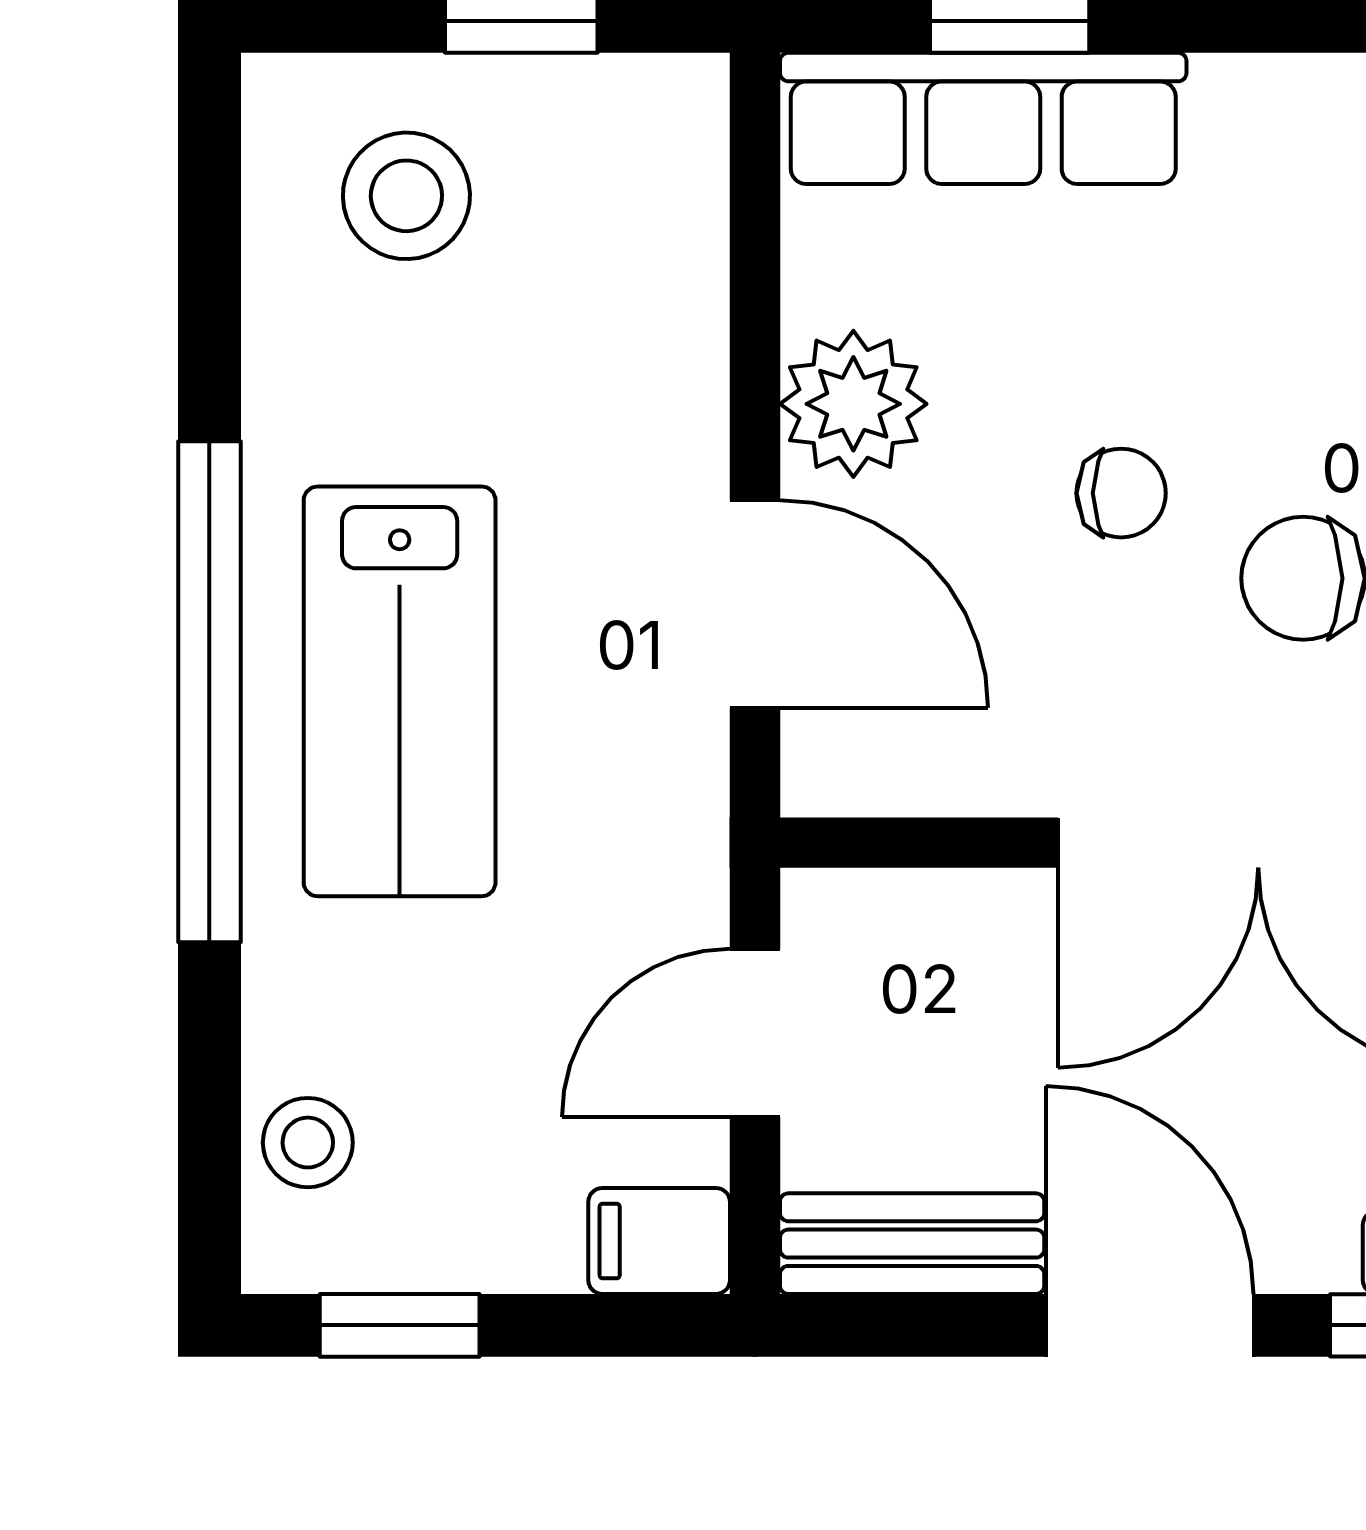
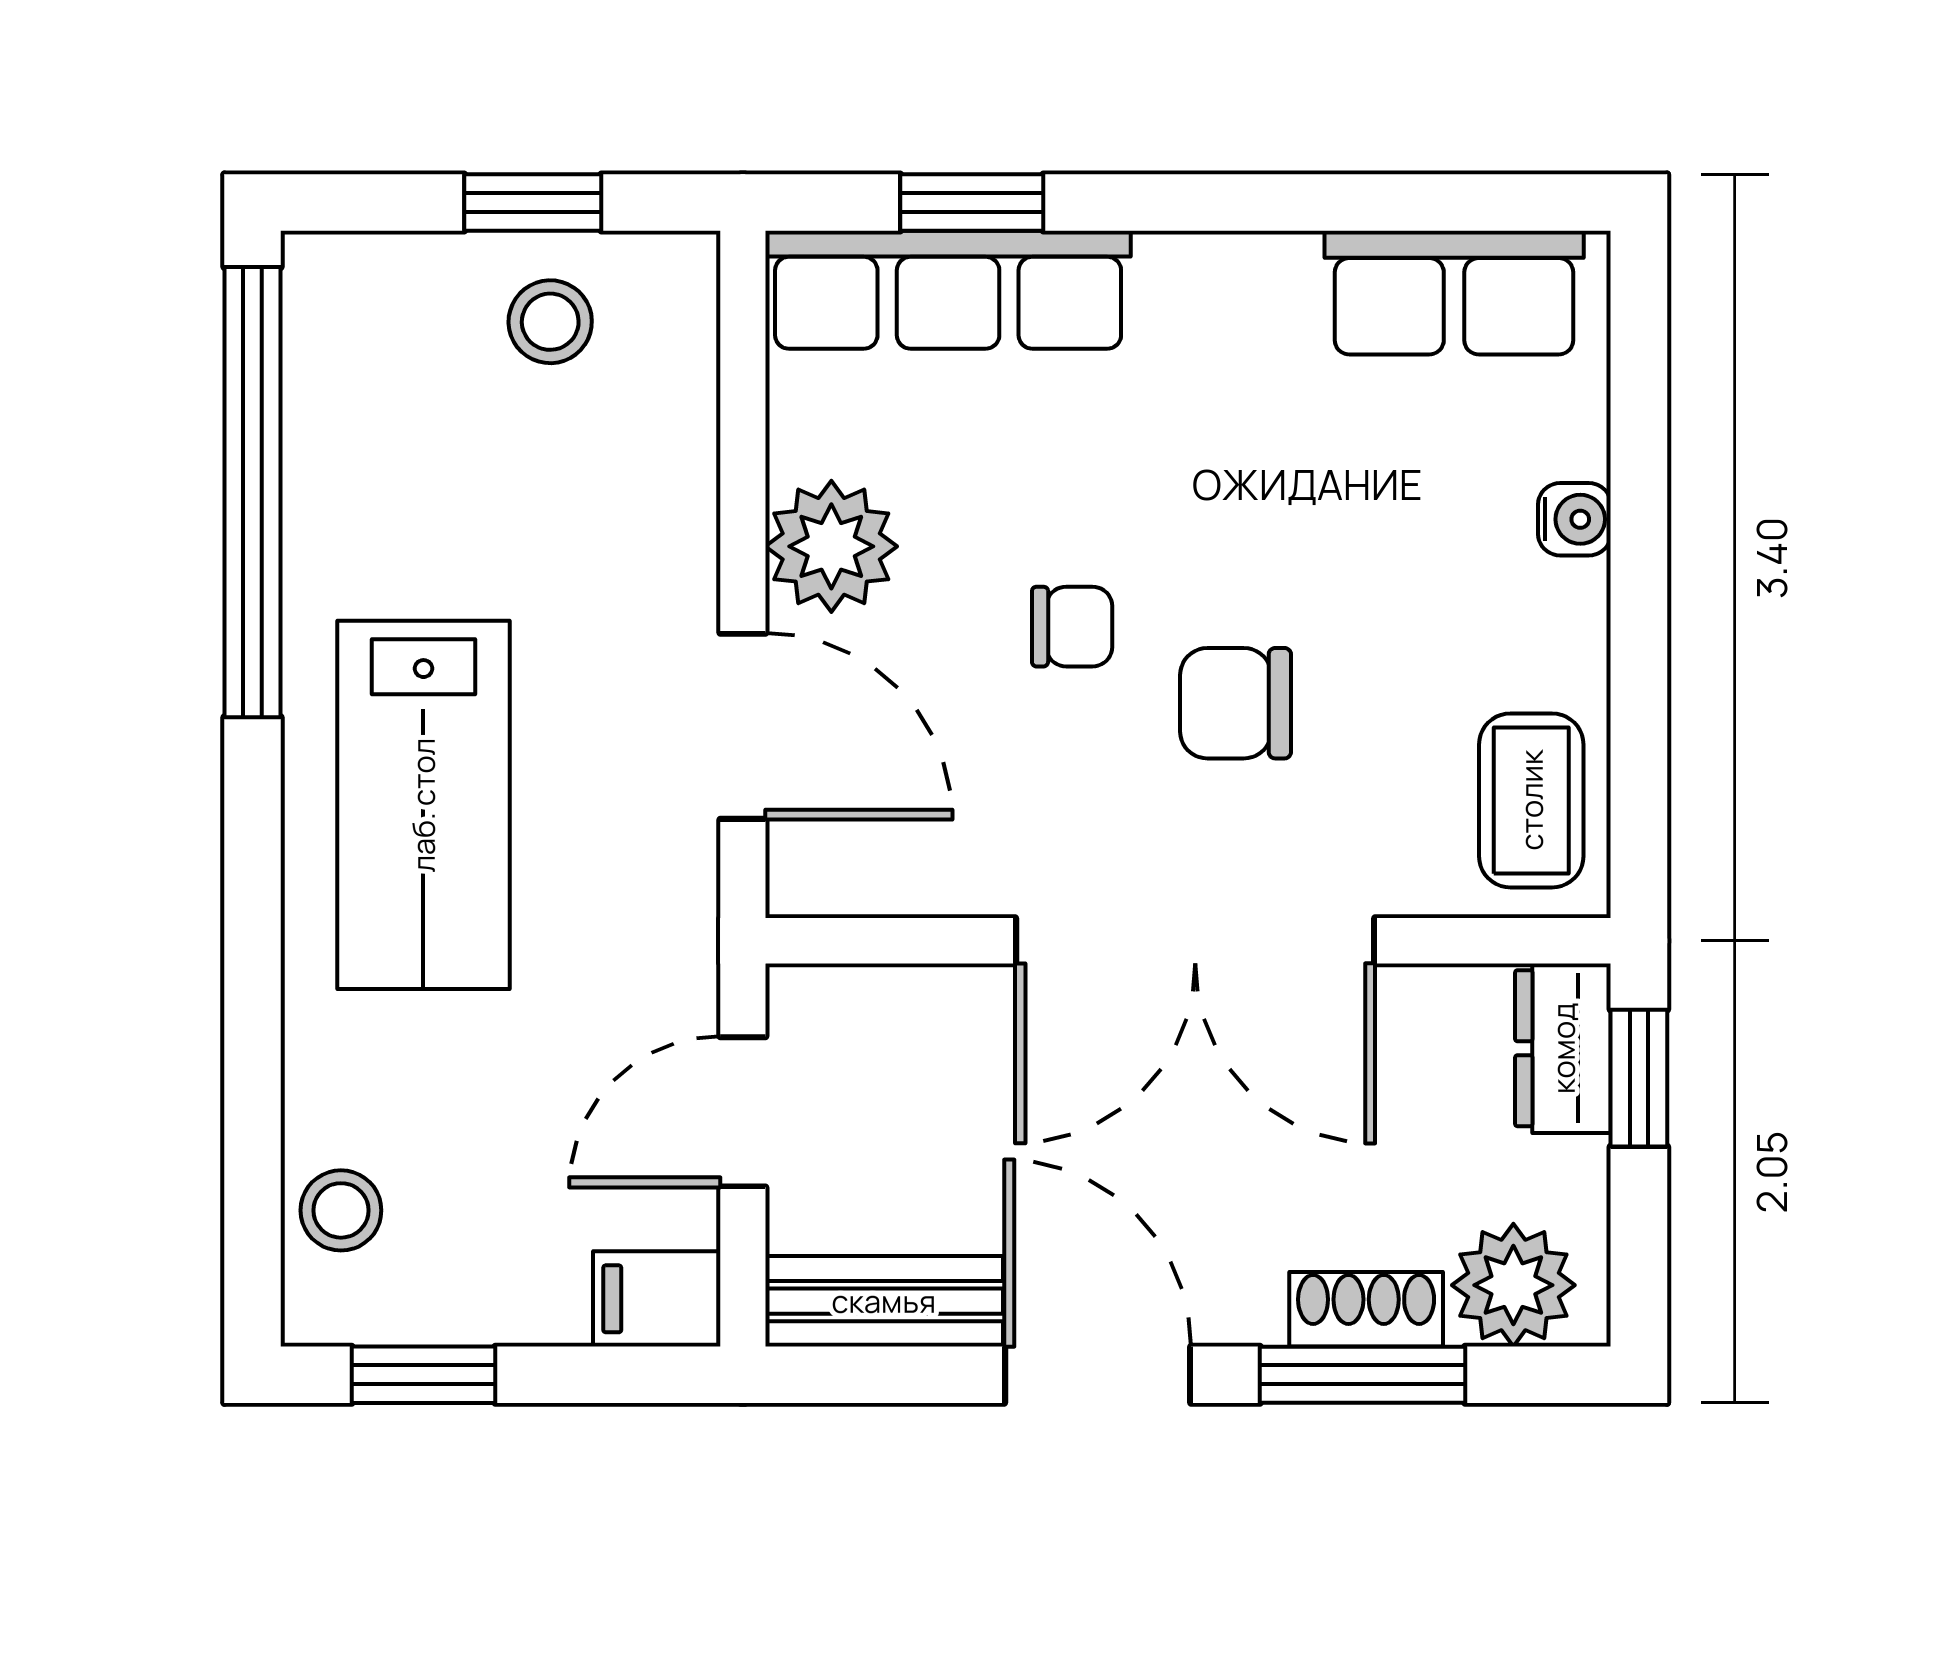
stool: (406, 196) -> (550, 322), moved, width x0.73, depth x0.73
window: (209, 692) -> (253, 492), moved

